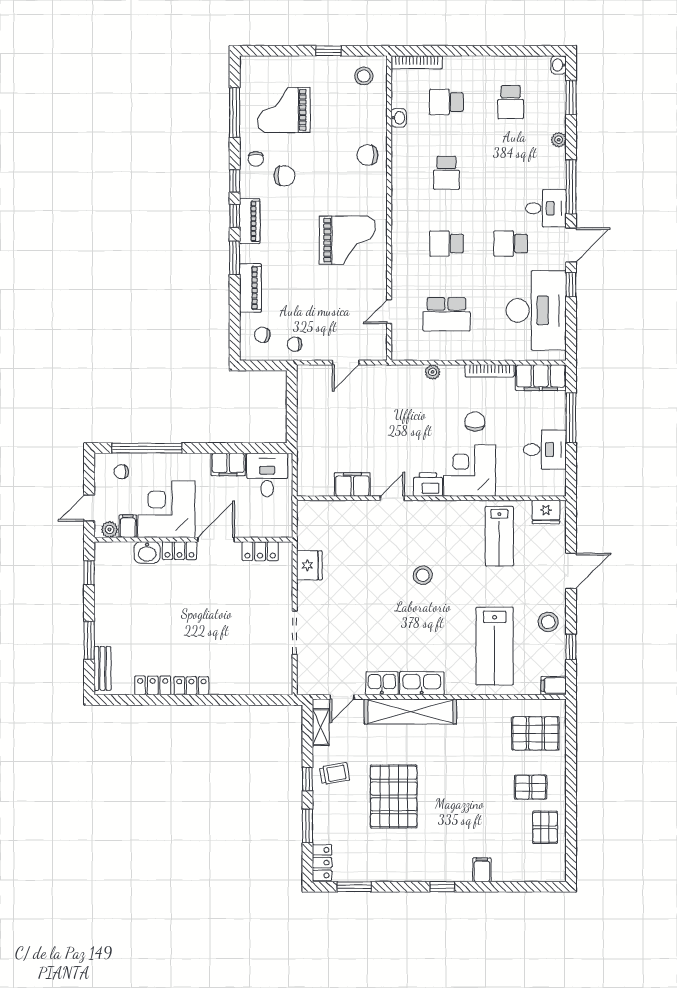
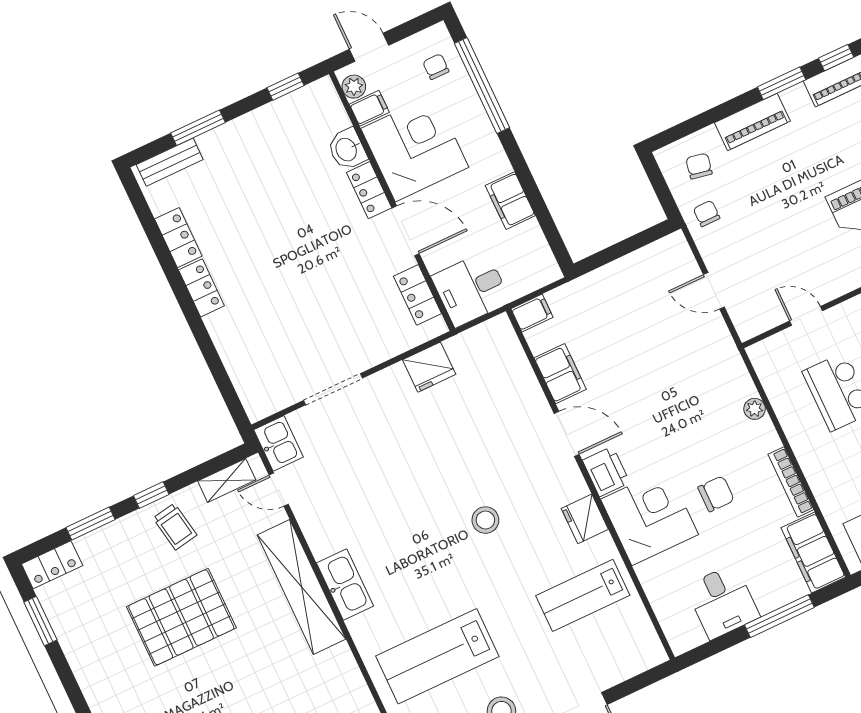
desk: (267, 475) -> (471, 289), moved, turned 180
filing cabinet: (306, 484) -> (532, 313), added
door: (392, 498) -> (567, 434), width x1.38
fridge: (546, 512) -> (585, 519), moved
kitchen sink: (382, 683) -> (279, 443), moved

